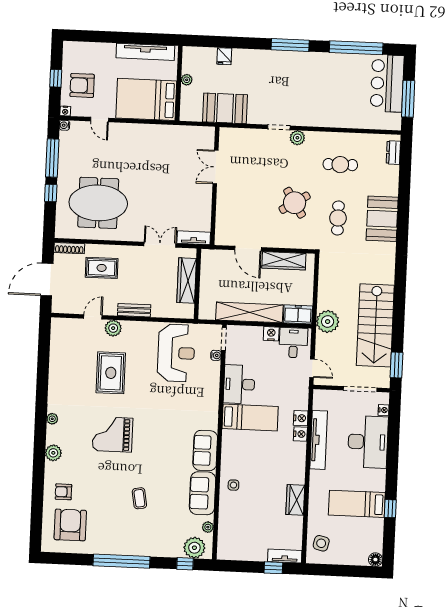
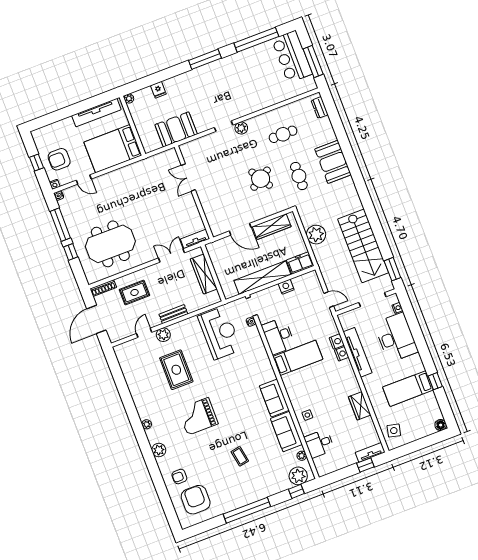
plant: (187, 80) -> (129, 98), moved
plant: (328, 322) -> (316, 235), moved
desk: (293, 343) -> (319, 444), moved, turned -90

